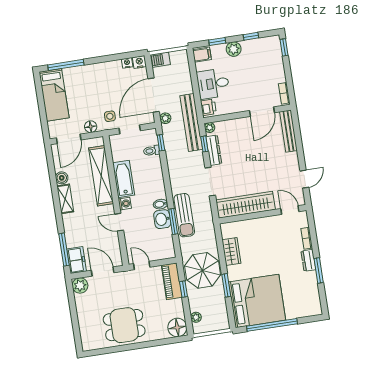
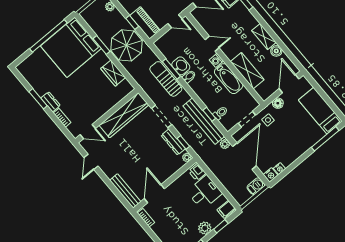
bench: (191, 122) -> (204, 121), moved
window: (161, 143) -> (209, 114), moved
shelving: (101, 176) -> (247, 71), width x0.68

